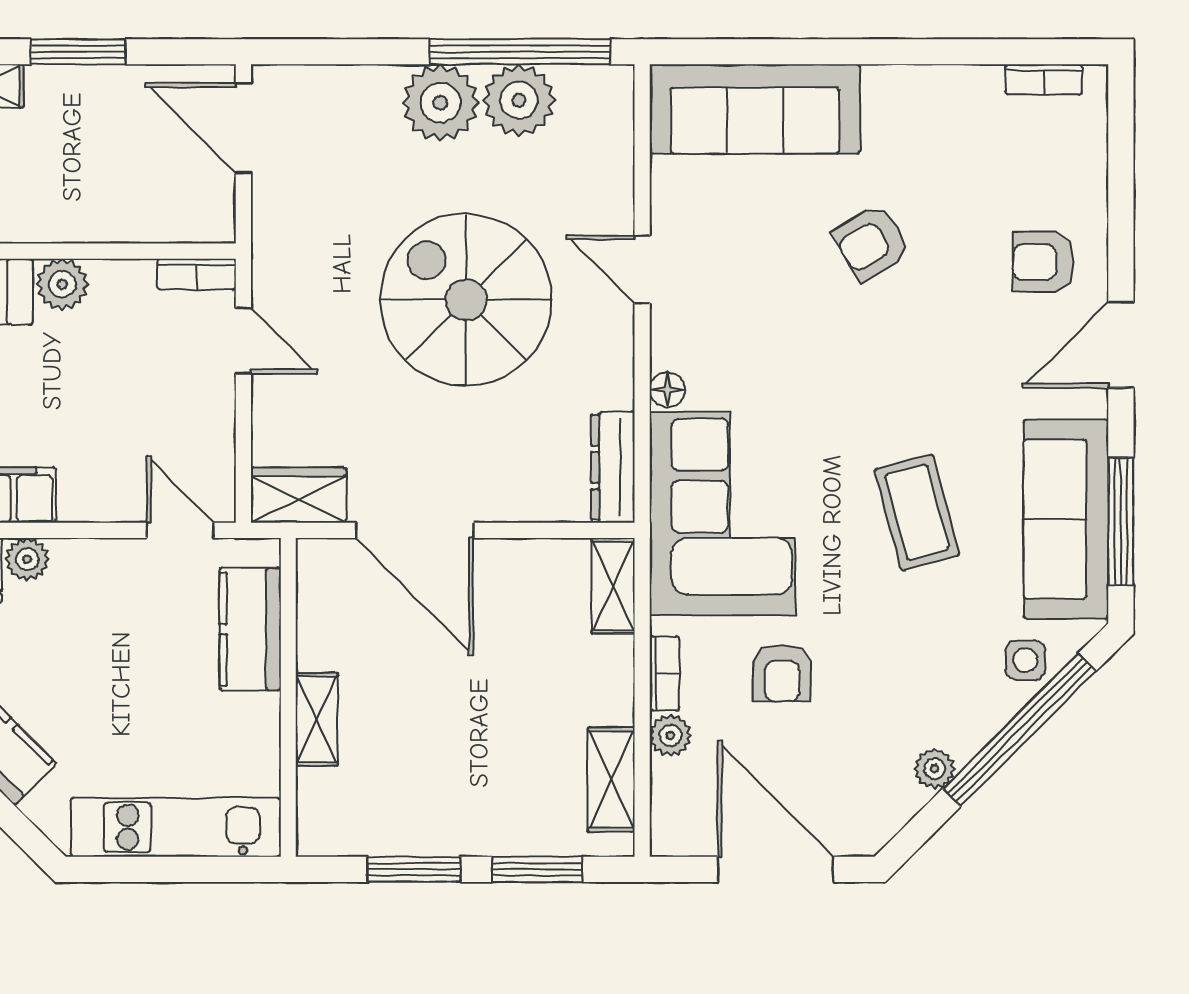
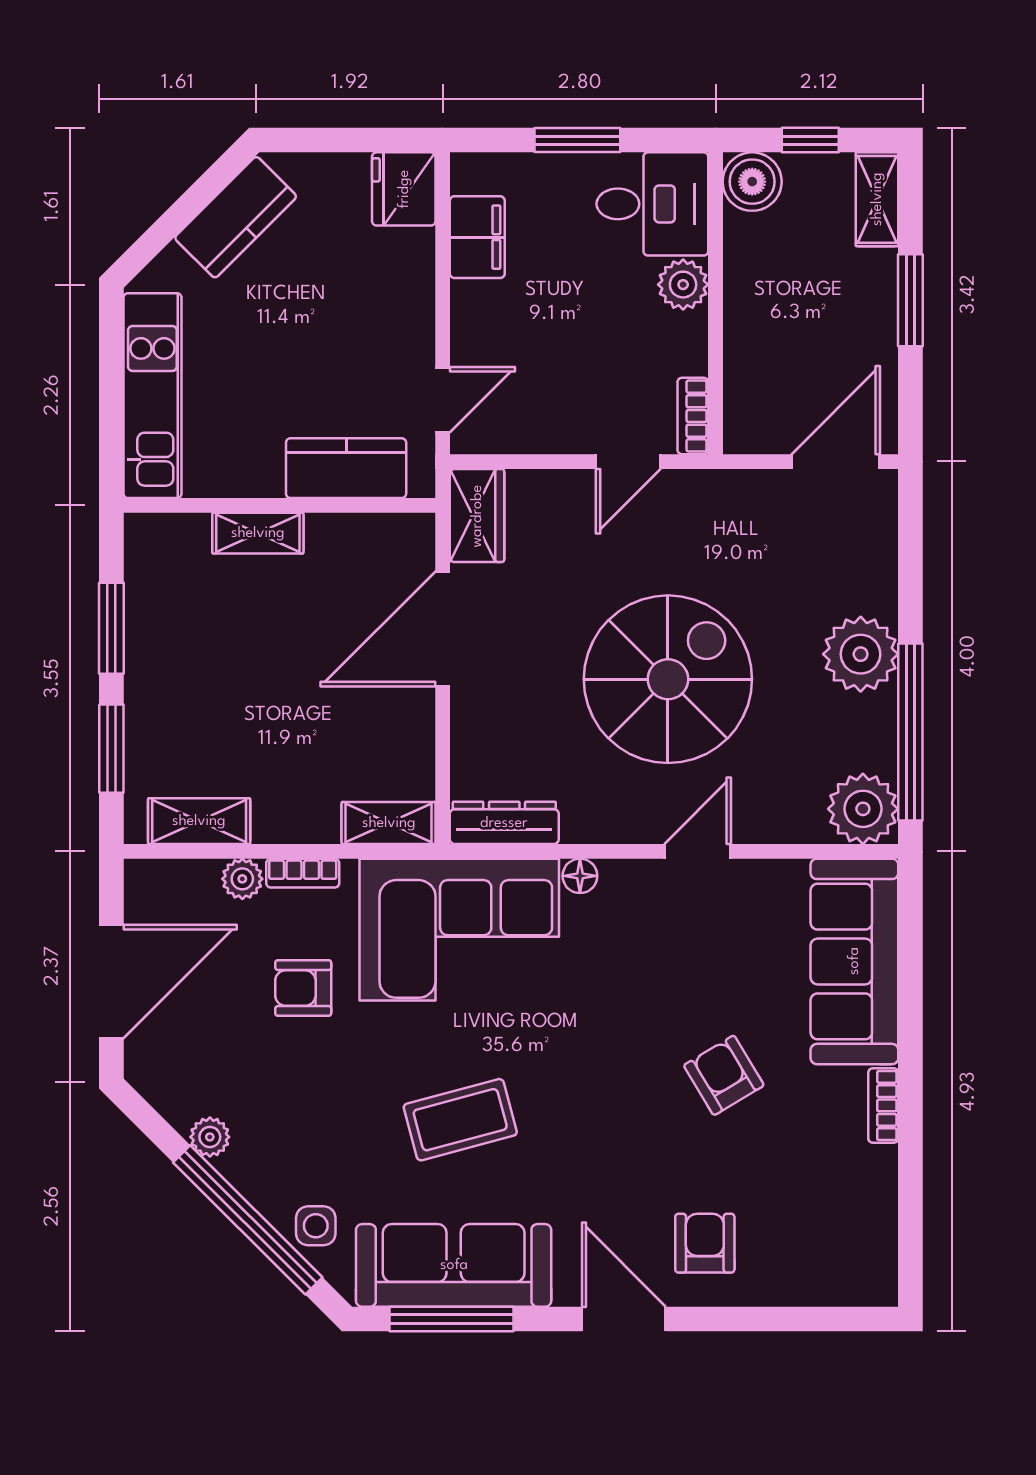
bookcase: (1044, 79) -> (883, 1105), moved
plant: (519, 100) -> (863, 809), moved
plant: (27, 559) -> (415, 250), removed

